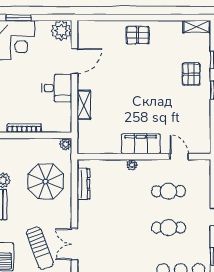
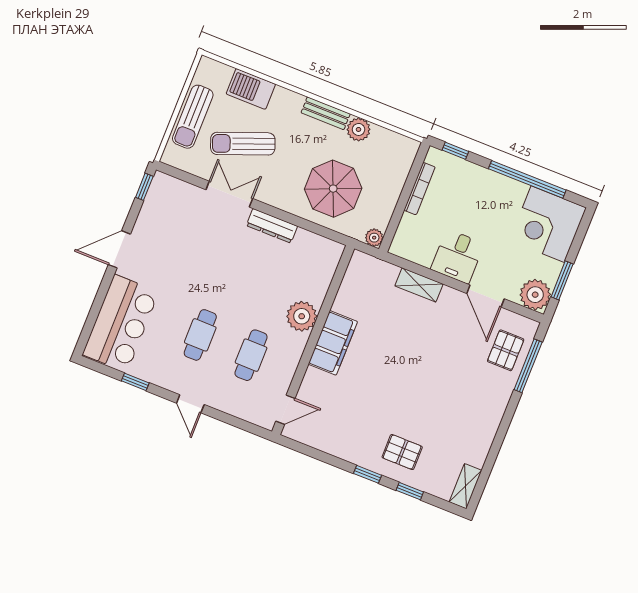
window: (19, 18) -> (562, 280), moved
window: (107, 18) -> (528, 366), added
pallet: (138, 35) -> (506, 350), moved
door: (179, 157) -> (285, 410), moved
plant: (132, 165) -> (302, 316), width x1.88, depth x1.88
dresser: (83, 184) -> (272, 226), moved

